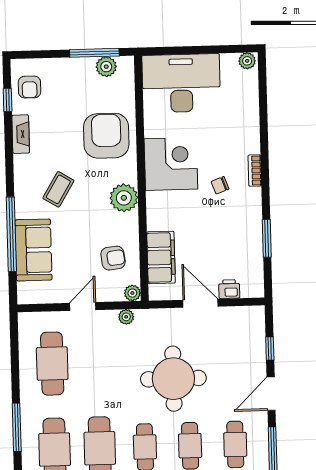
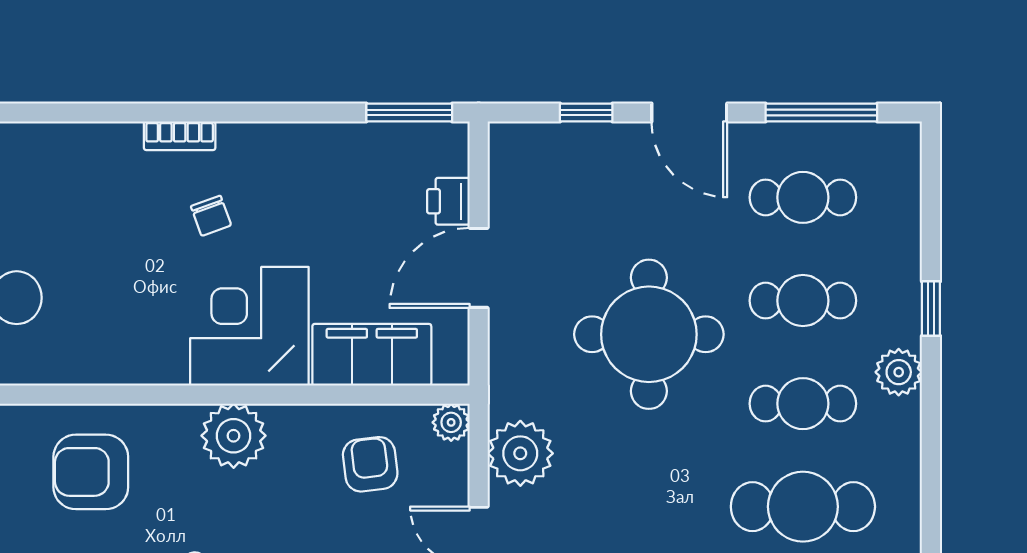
armchair: (106, 136) -> (91, 472), width x0.73, depth x0.73
corner desk: (171, 164) -> (249, 326), moved
window: (267, 238) -> (409, 112), moved
plant: (126, 317) -> (520, 453), width x1.88, depth x1.88

